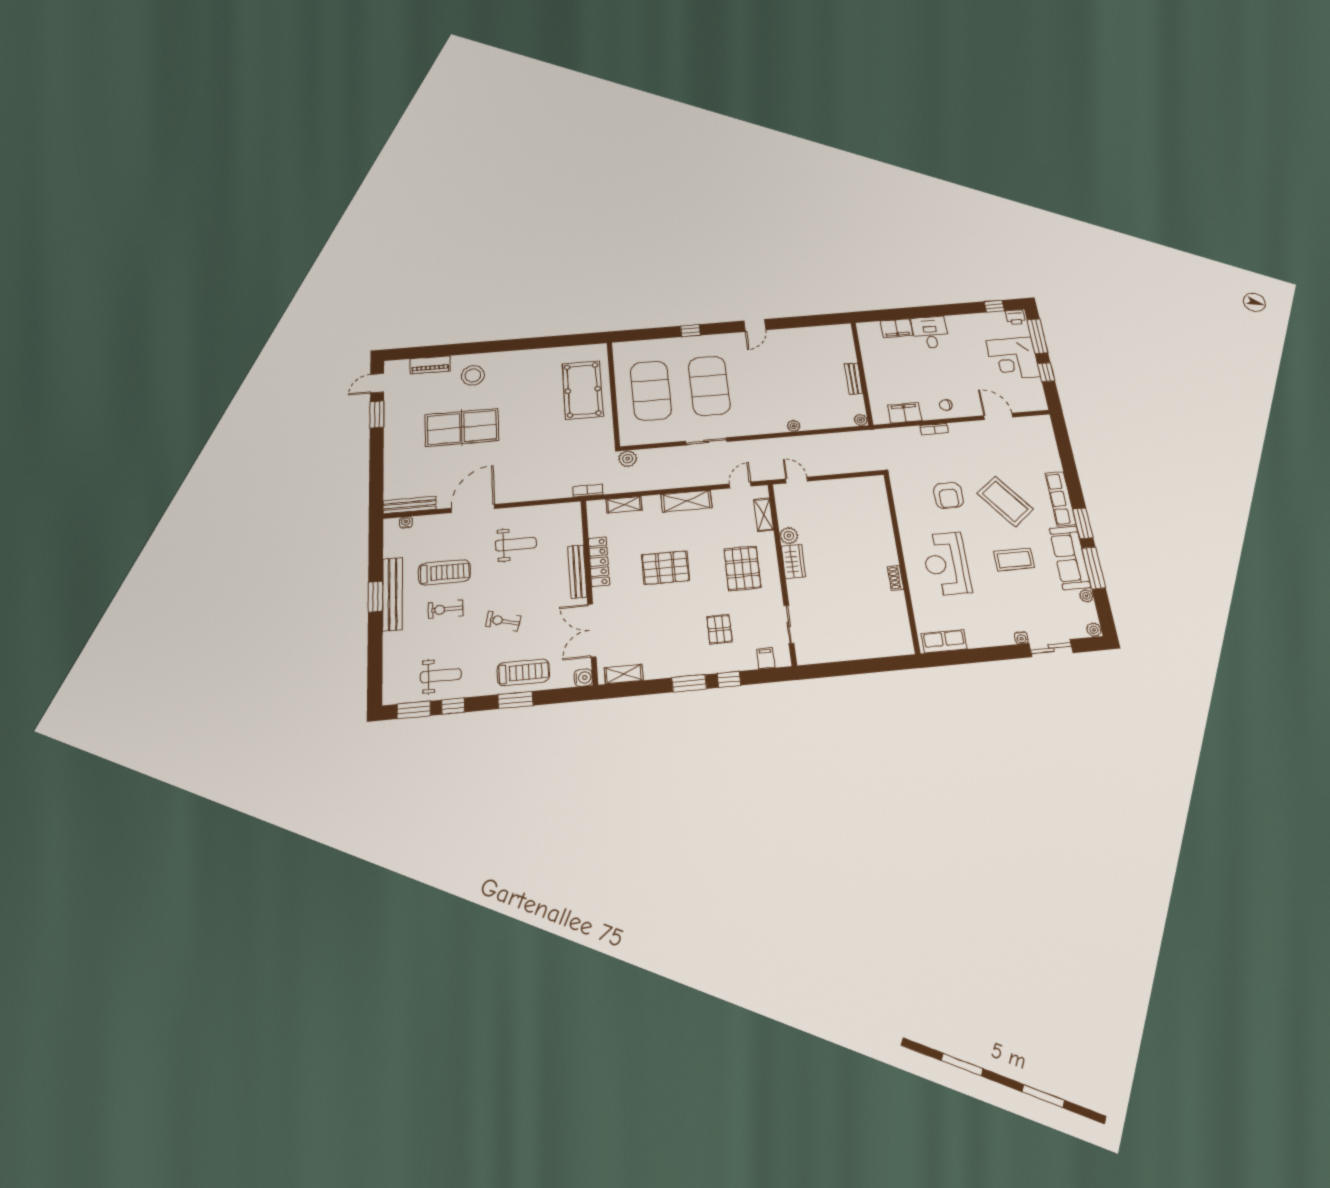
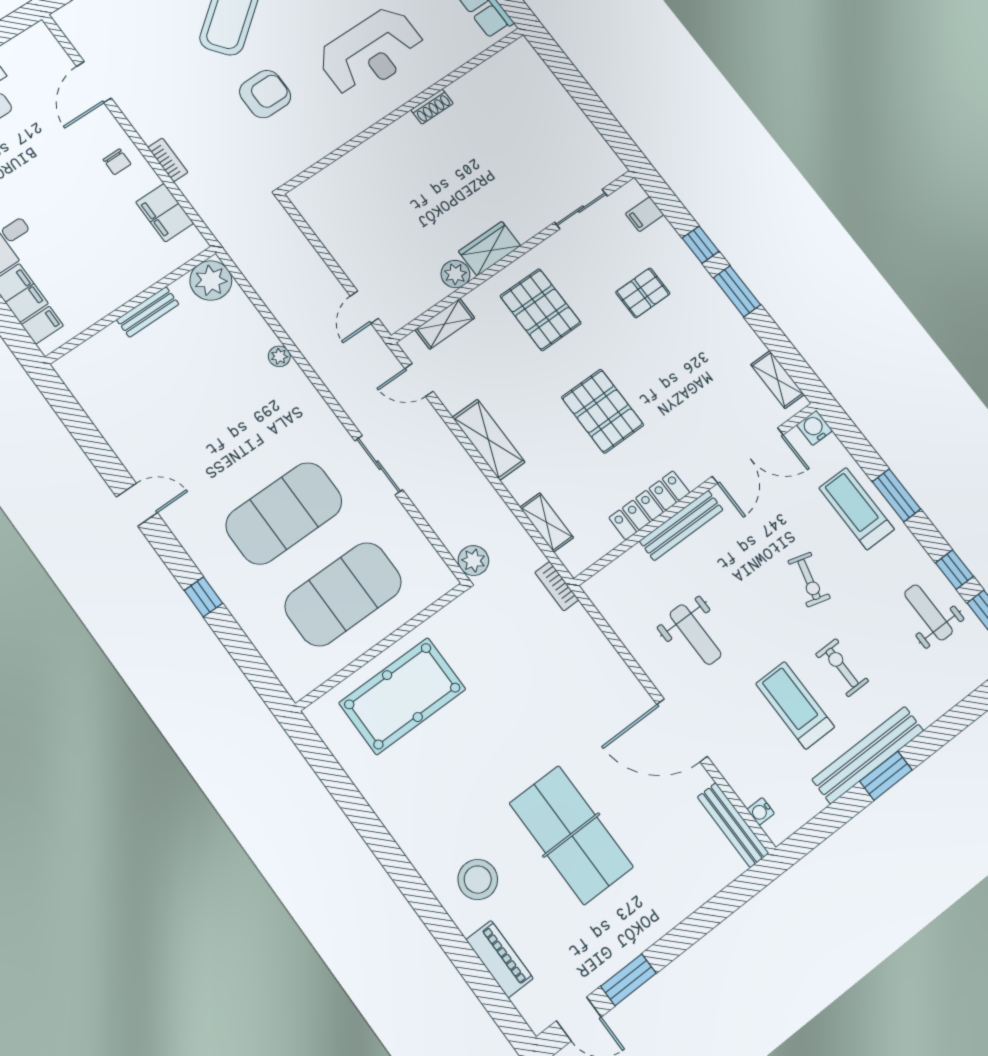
filing cabinet: (873, 330) -> (42, 325), added
plant: (861, 420) -> (211, 280), width x1.88, depth x1.88
weight bench: (516, 544) -> (696, 635), turned 180
pallet: (742, 568) -> (541, 310), turned 90
exercise bike: (446, 609) -> (842, 668), turned 180

